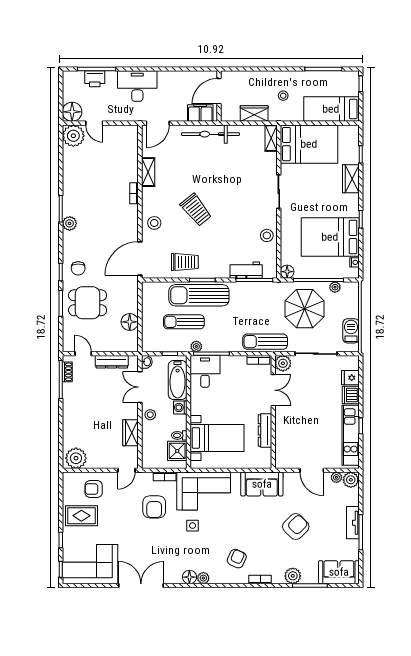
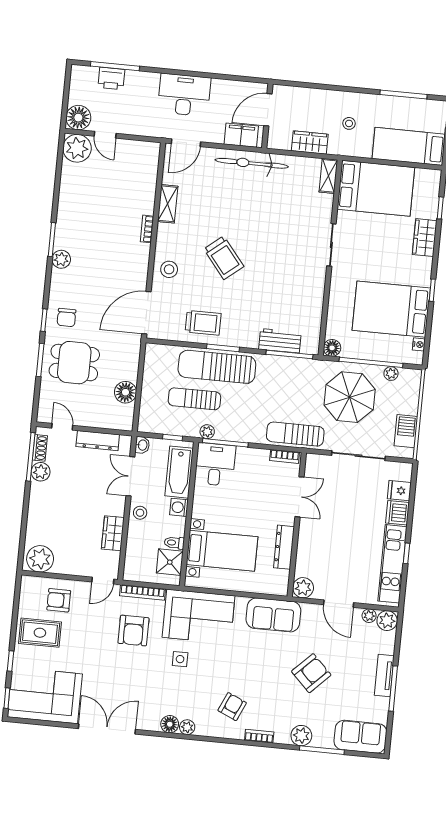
desk: (137, 86) -> (184, 95), moved
stool: (267, 235) -> (311, 299), removed
plant: (283, 363) -> (303, 588), moved
plant: (70, 390) -> (41, 472), added
bookcase: (165, 476) -> (143, 592), width x1.56

